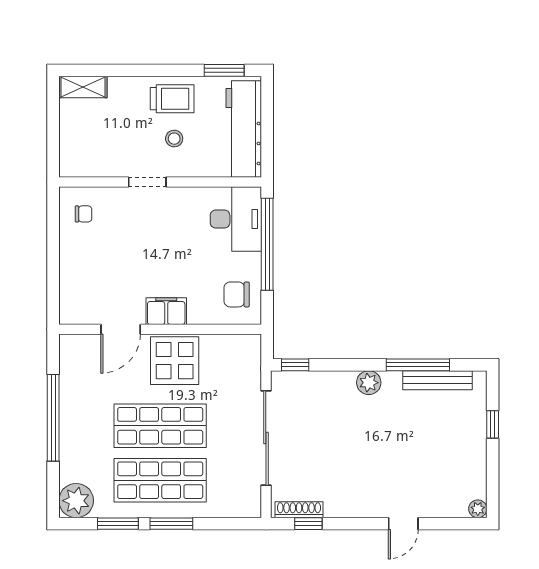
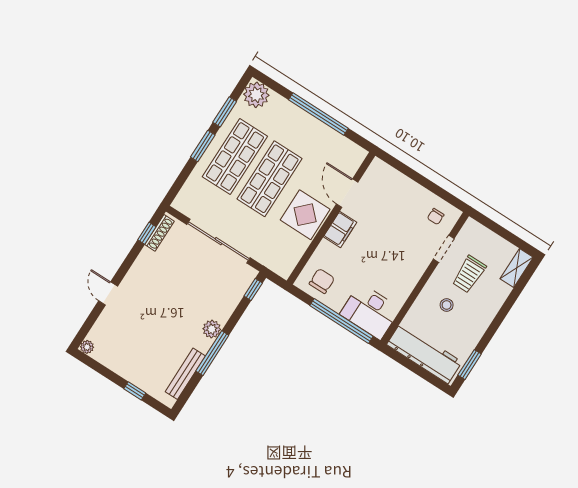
trolley: (172, 99) -> (469, 274), moved
doorway: (147, 182) -> (444, 249), moved
window: (418, 365) -> (212, 353), moved

